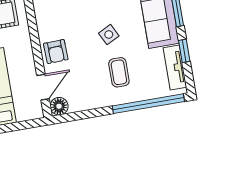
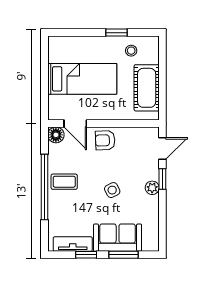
coffee table: (119, 72) -> (64, 182), moved
window: (148, 104) -> (45, 187), moved

